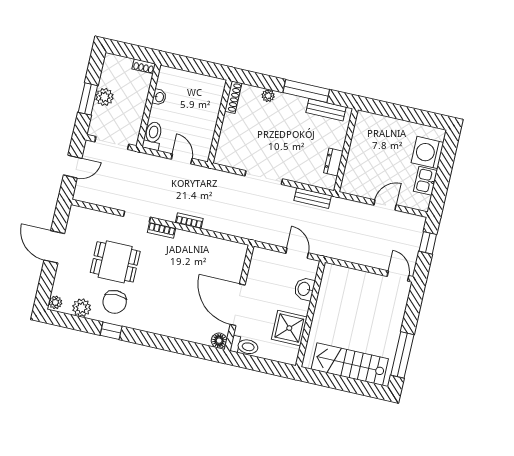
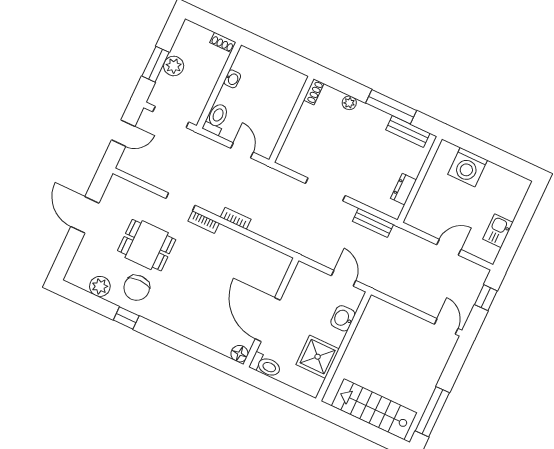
shoe rack: (233, 97) -> (314, 92), width x0.70
washing machine: (427, 153) -> (468, 167), moved, turned -90
plant: (55, 302) -> (73, 275), removed

